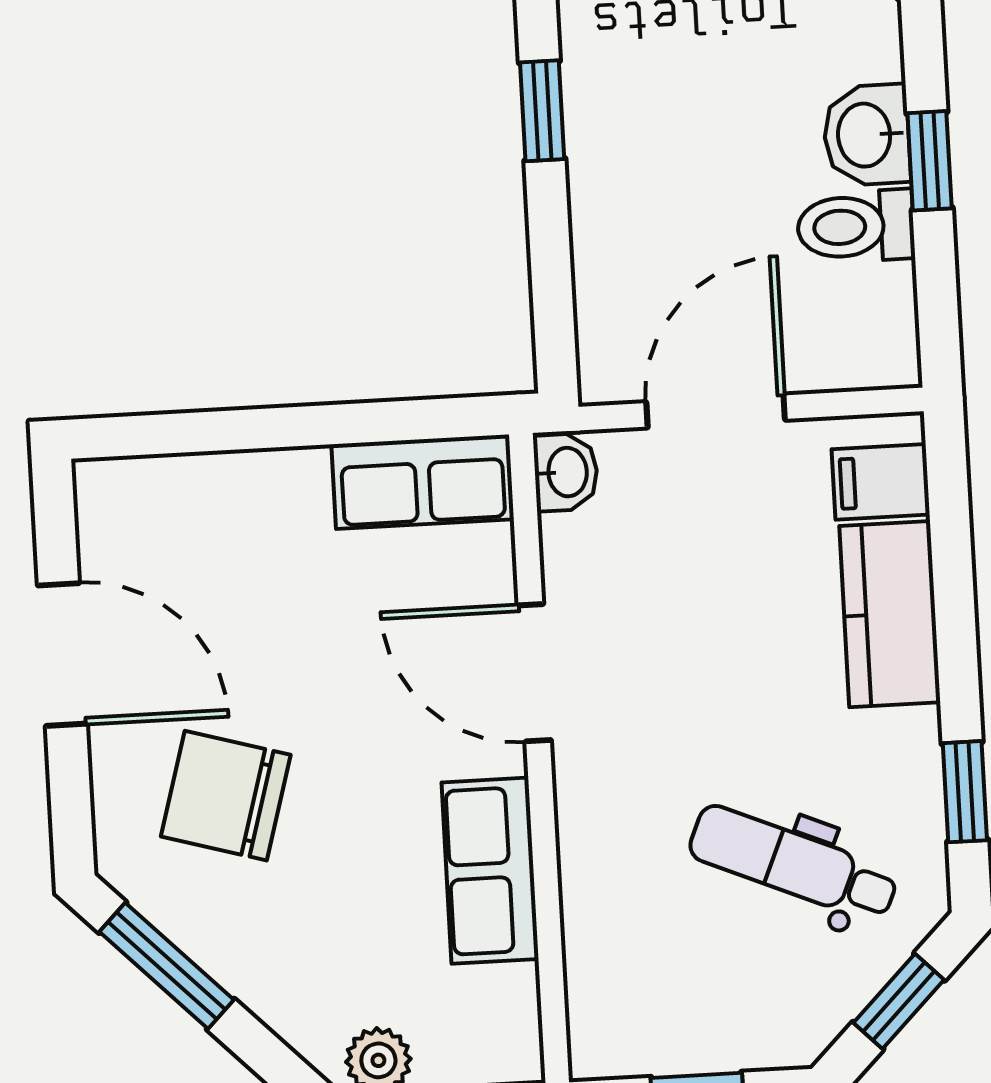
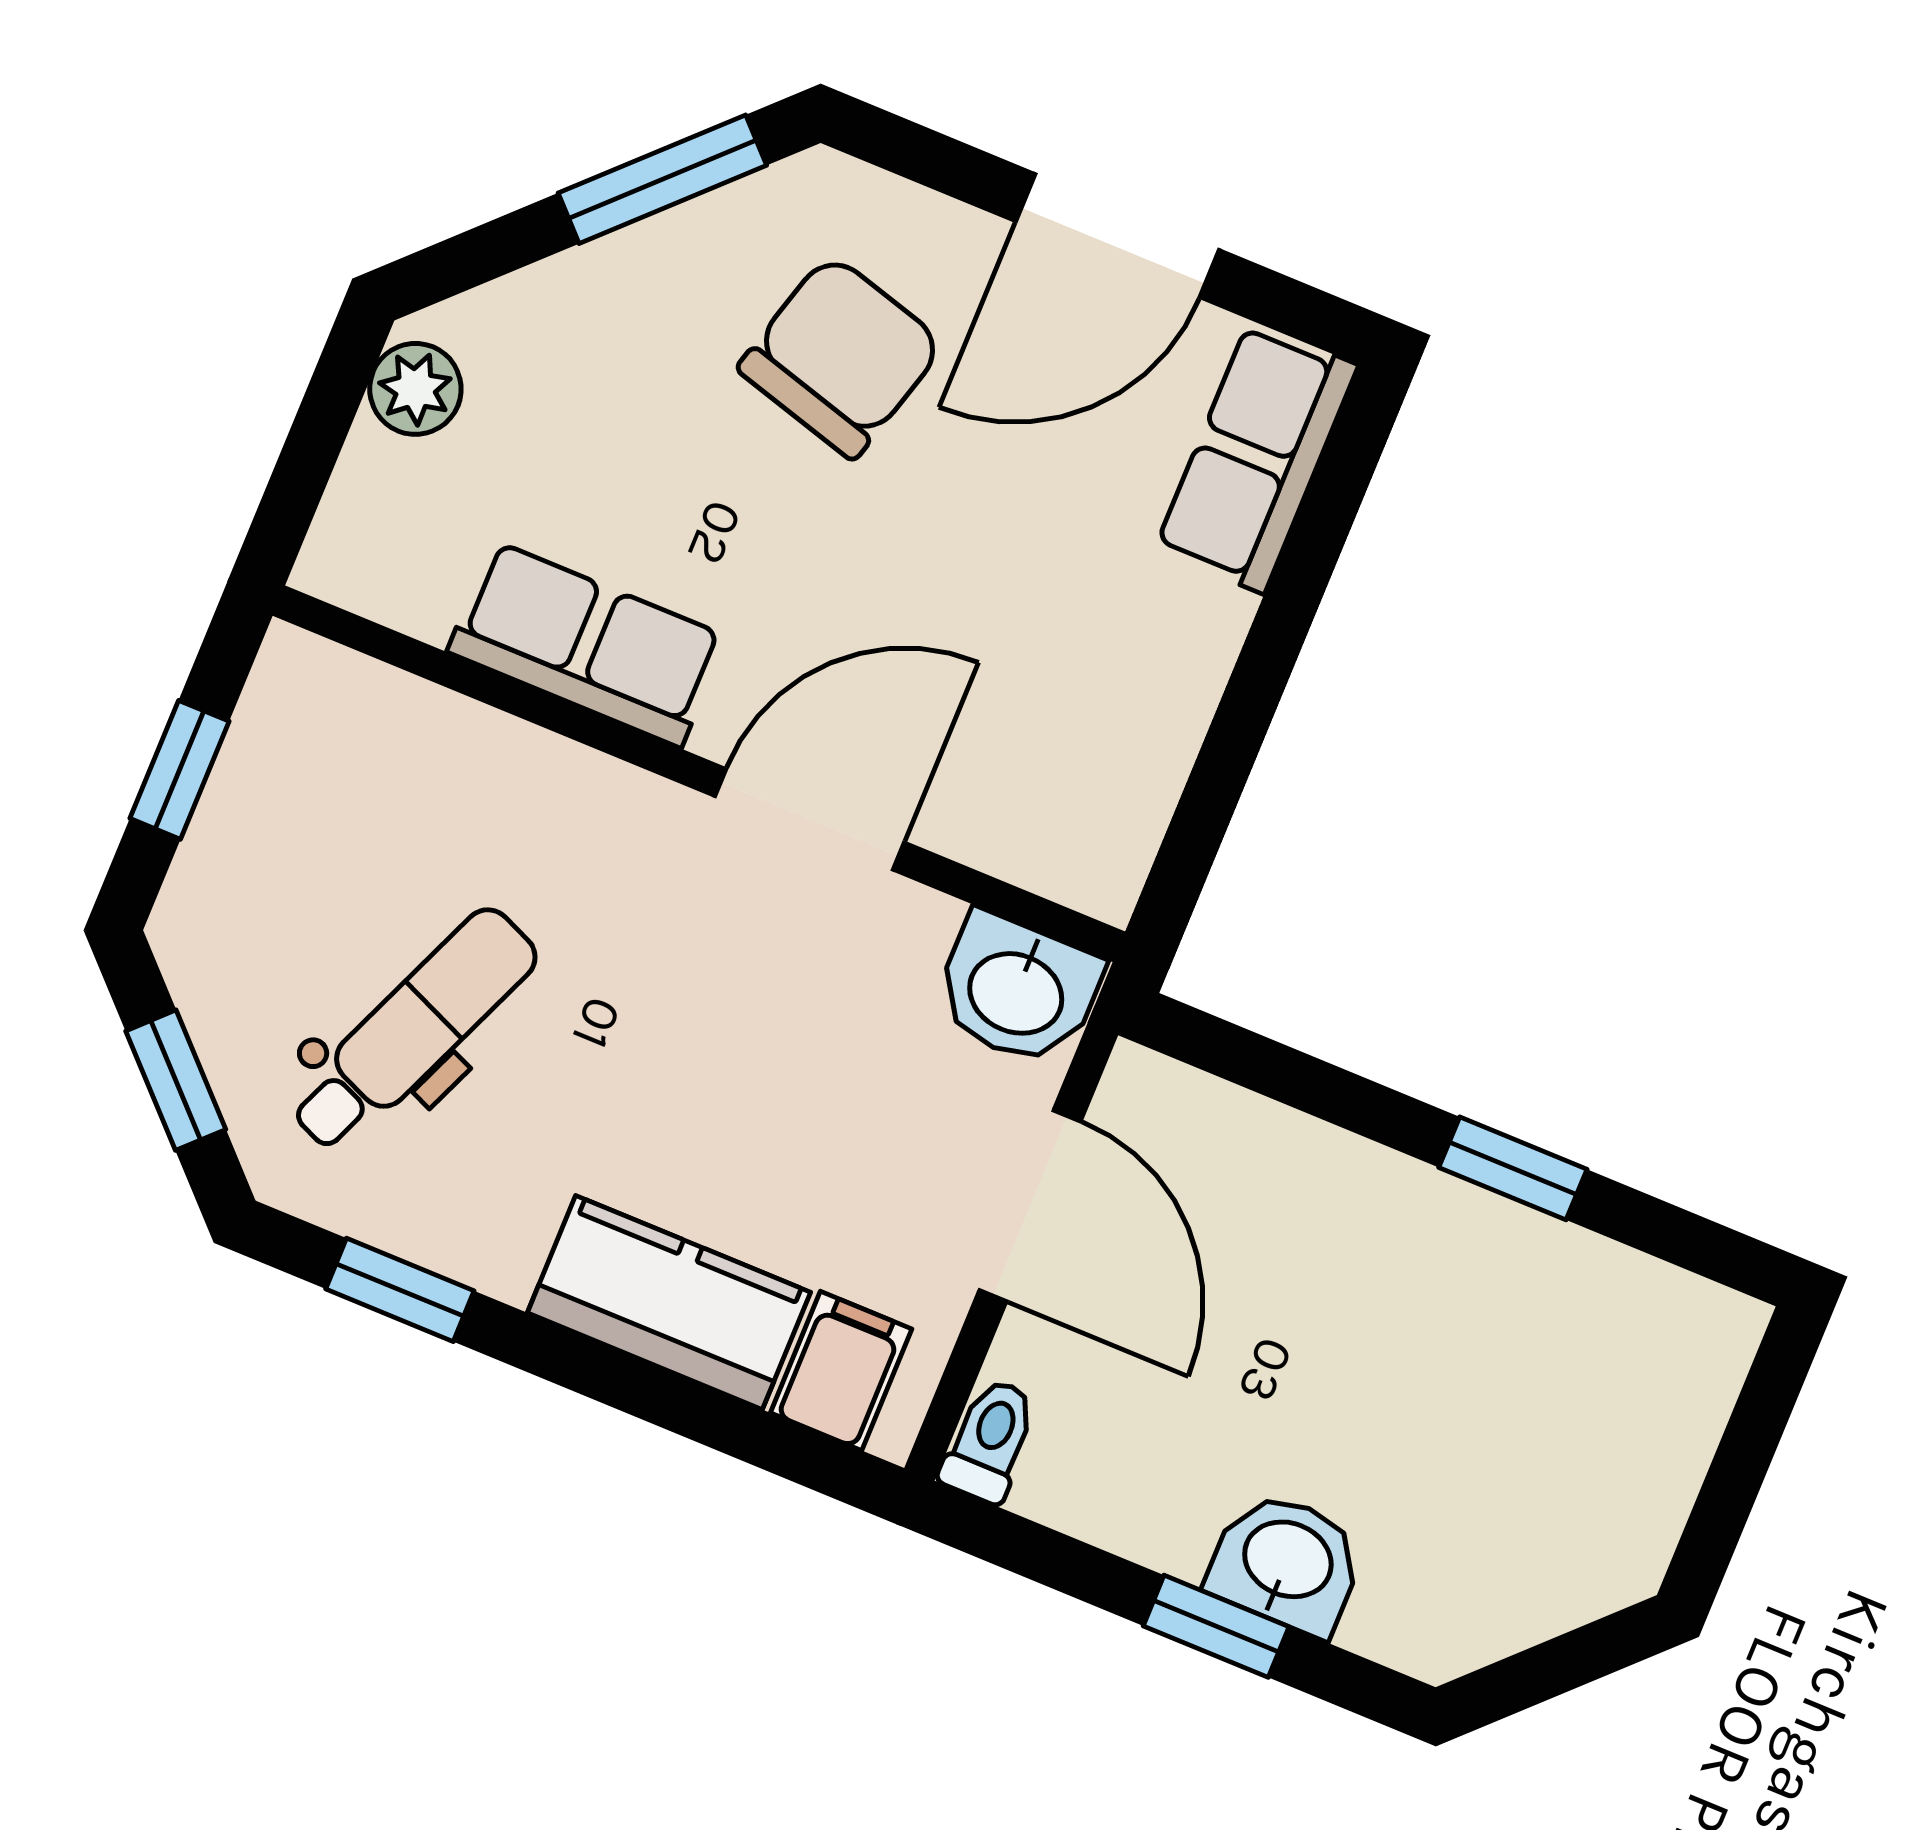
toilet: (856, 226) -> (990, 1440), moved, width x0.73, depth x0.72
washbasin: (566, 472) -> (1017, 990), width x1.38, depth x1.45
row of seats: (423, 482) -> (1256, 457), moved

